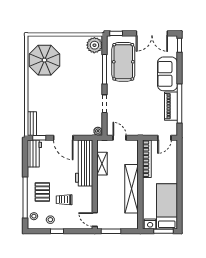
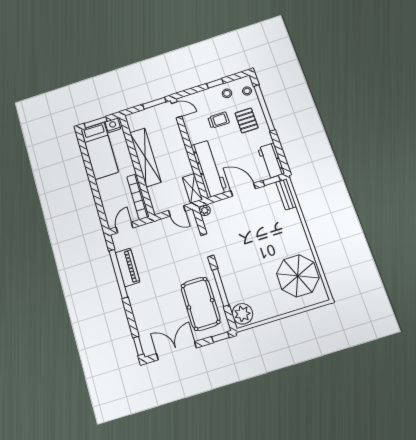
sofa: (167, 74) -> (143, 305), removed
shelving: (102, 164) -> (192, 188), moved

